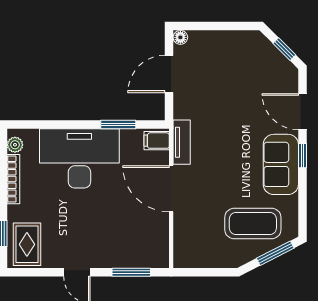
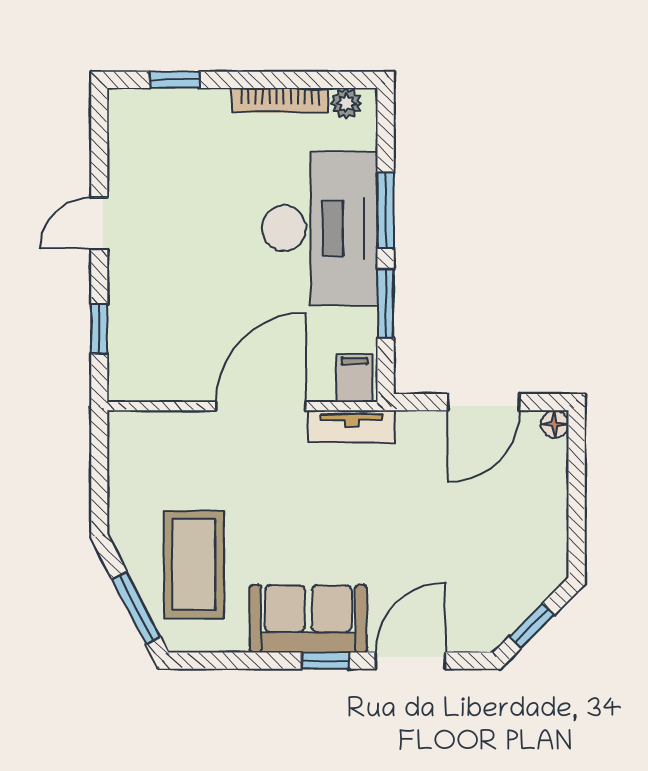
door: (169, 74) -> (484, 402), swing flipped
window: (70, 125) -> (386, 210), added
rug: (27, 244) -> (154, 127), removed
window: (131, 272) -> (99, 329), width x0.67

